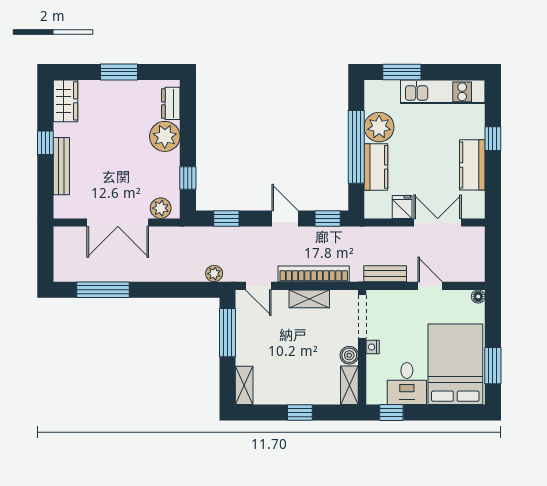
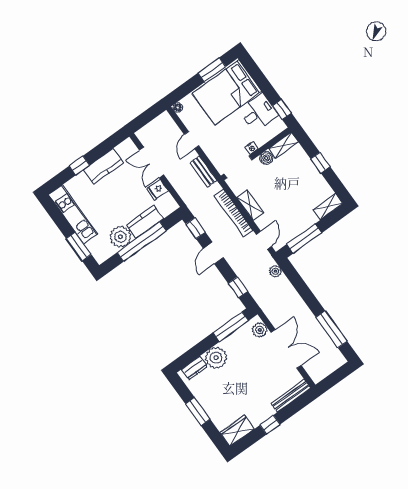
bench: (61, 166) -> (291, 396), moved
window: (188, 178) -> (231, 327), width x2.17

